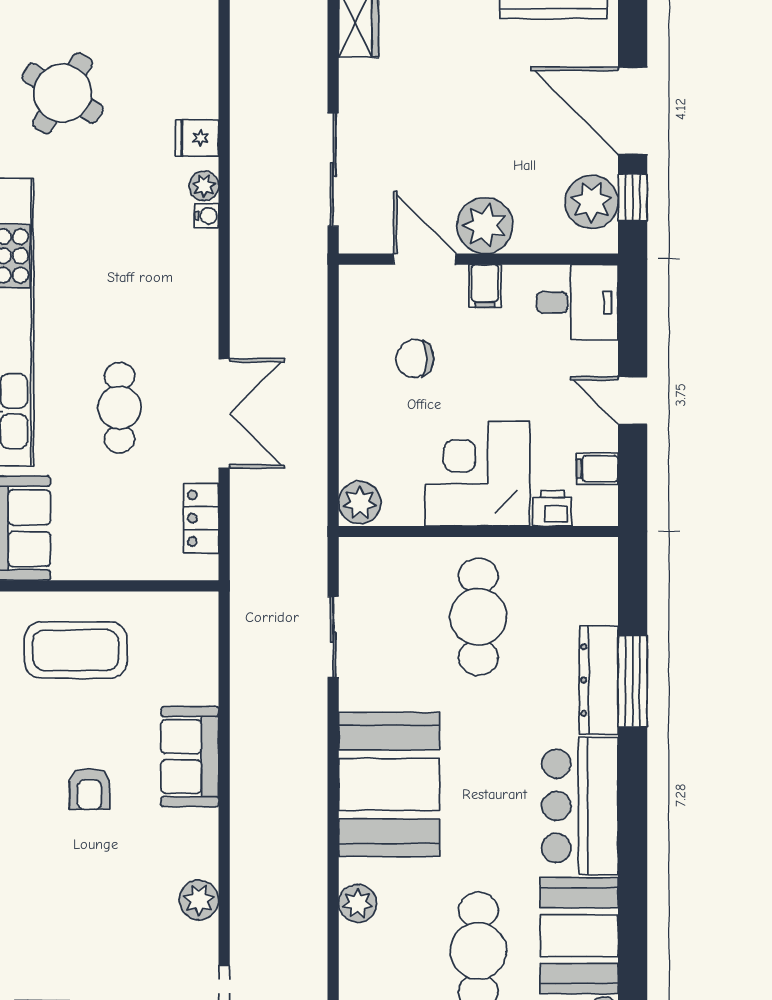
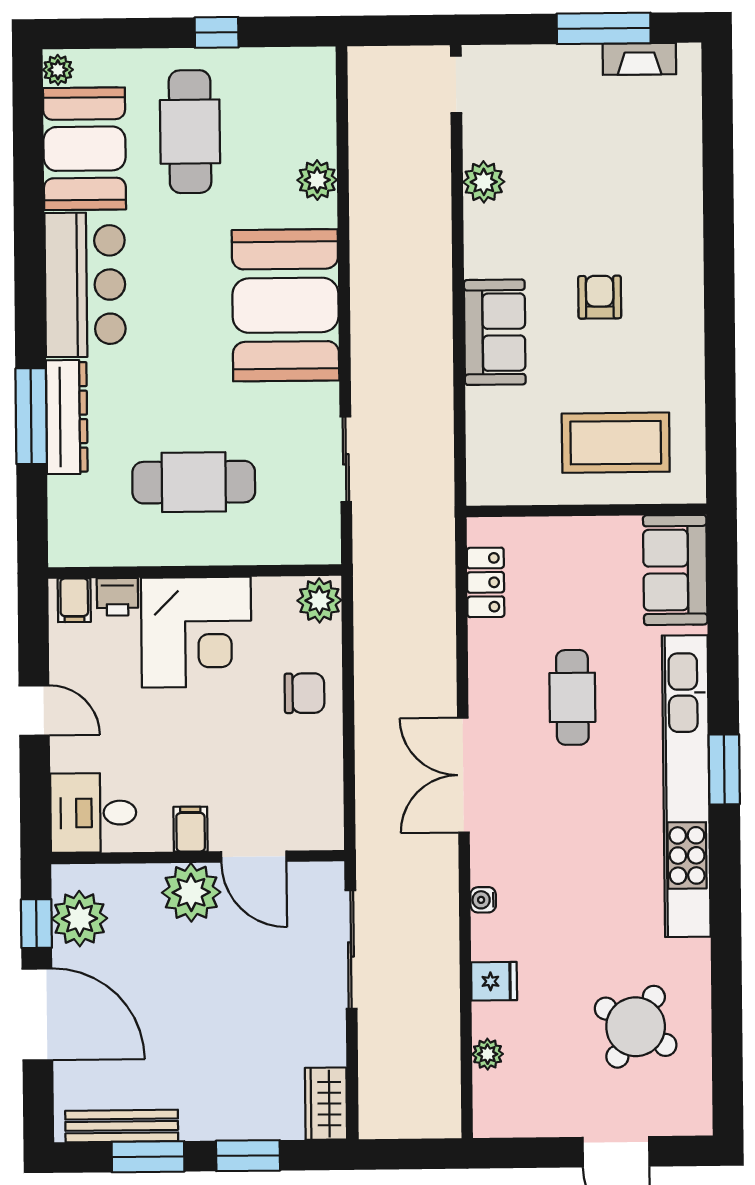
plant: (204, 186) -> (488, 1054), moved
chair: (415, 359) -> (304, 693), moved
double door: (224, 413) -> (463, 775), moved
filing cabinet: (597, 469) -> (74, 600), moved, turned 90
cafe table: (478, 617) -> (194, 482), turned 90

